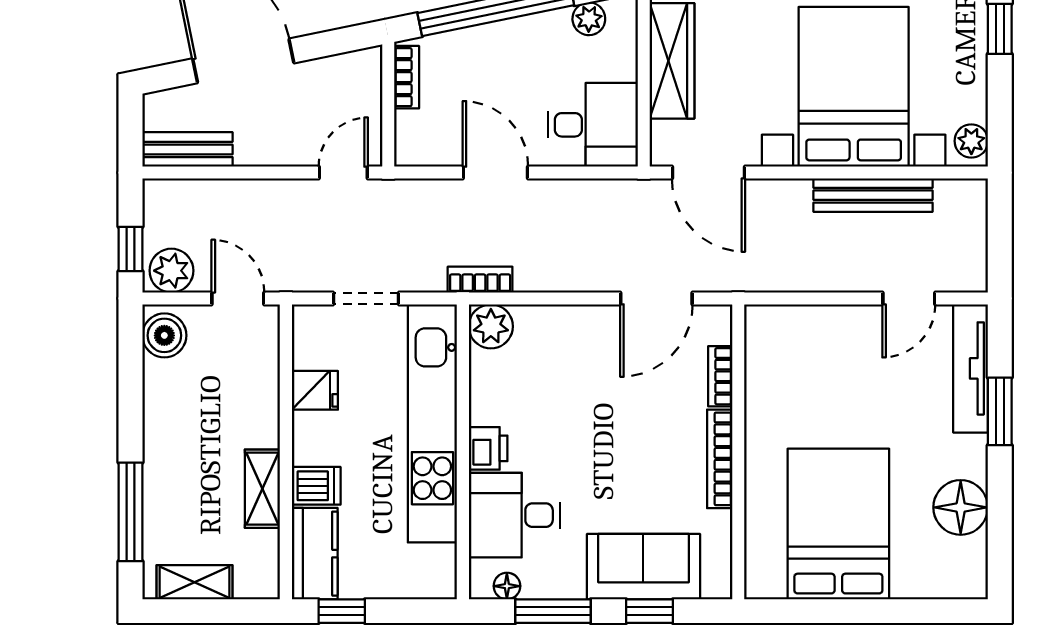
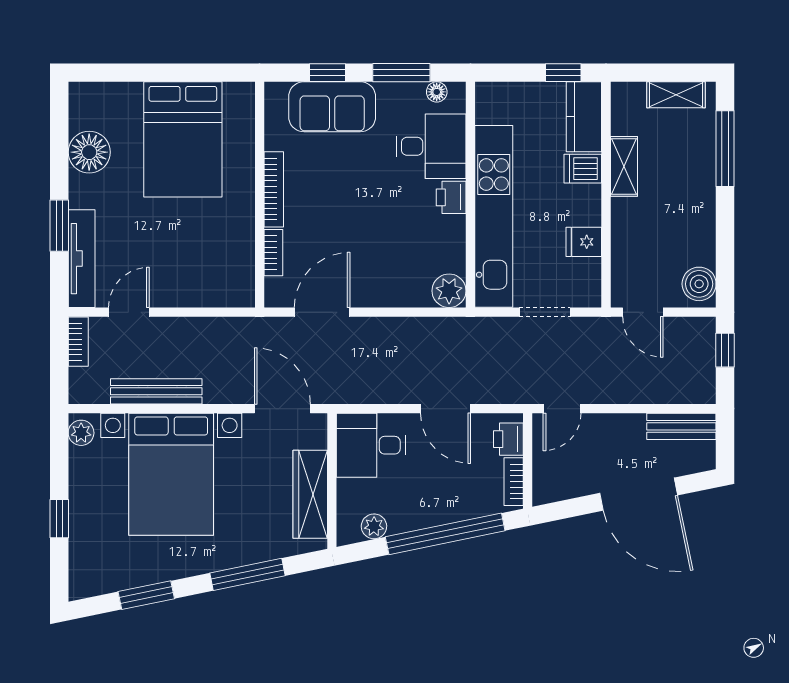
printer: (413, 133) -> (508, 439), added
plant: (171, 271) -> (694, 333), removed
bookcase: (480, 280) -> (78, 342), moved, turned -90

